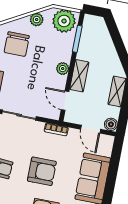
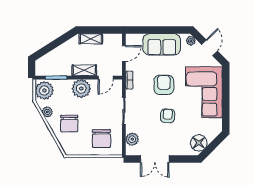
chair: (17, 44) -> (69, 124), turned 90
plant: (63, 69) -> (81, 89), width x1.88, depth x1.88
boiler: (111, 124) -> (117, 39), removed

